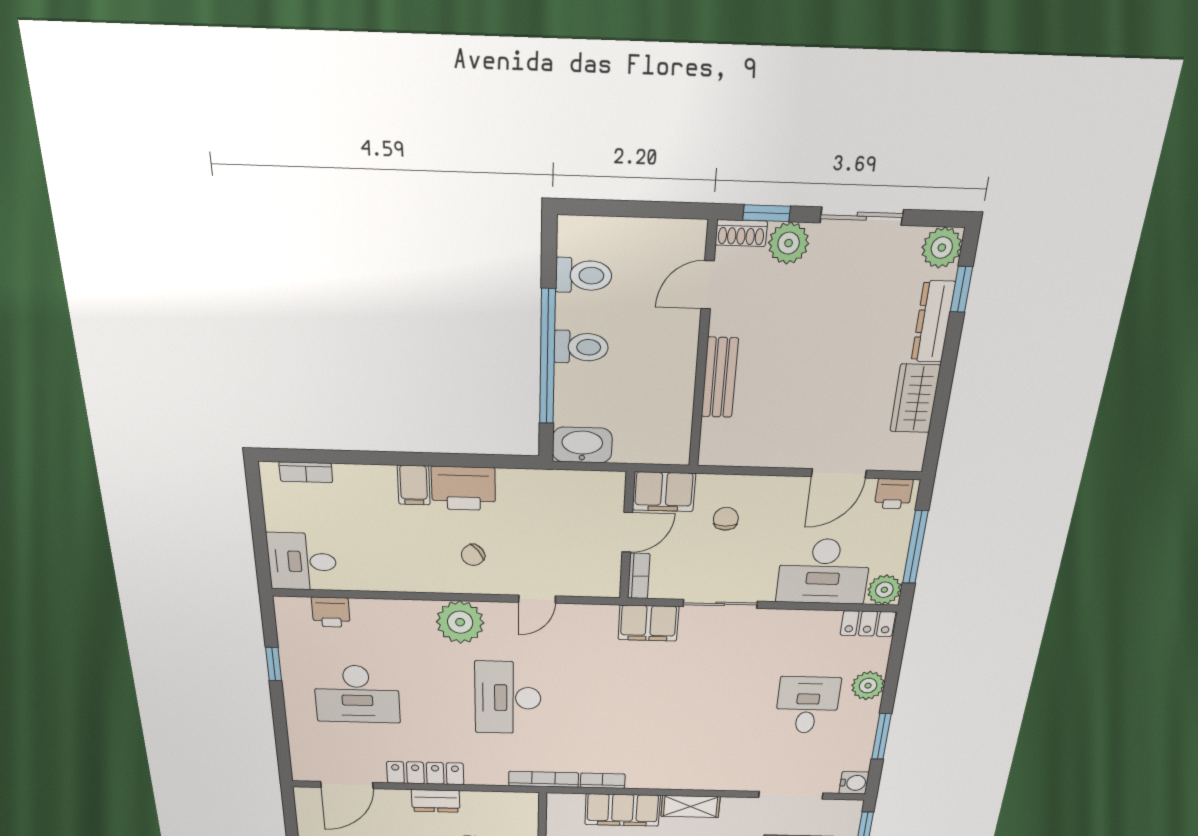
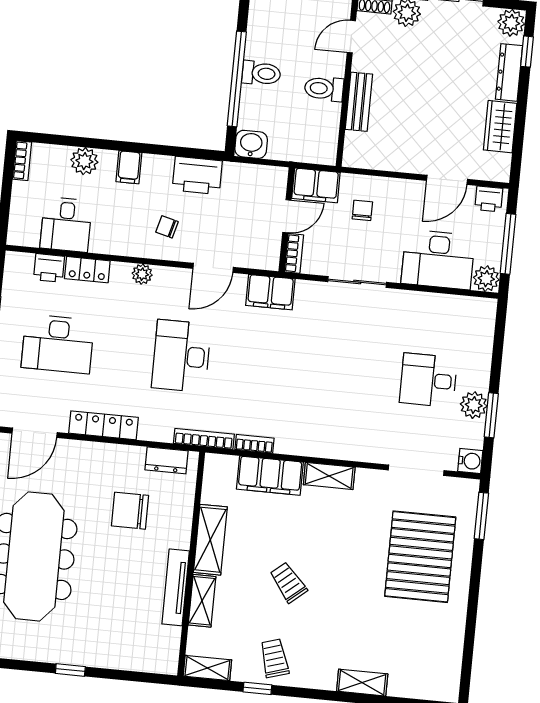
toilet: (584, 275) -> (324, 89), moved, turned 180
washbasin: (582, 445) -> (251, 144), width x0.72
bookcase: (306, 472) -> (22, 161), moved, turned -90
plant: (353, 481) -> (84, 161), added
printer: (463, 488) -> (197, 175), moved
chair: (473, 555) -> (167, 227), turned 53
desk: (302, 562) -> (66, 224), moved, turned -90
door: (537, 599) -> (213, 268), width x1.37
plant: (460, 622) -> (142, 274), width x0.53, depth x0.53
filing cabinet: (648, 623) -> (270, 292), moved
locker: (868, 624) -> (87, 270), moved
plant: (868, 686) -> (474, 405), moved
desk: (807, 705) -> (428, 380), turned -90
dresser: (436, 801) -> (167, 460), moved

